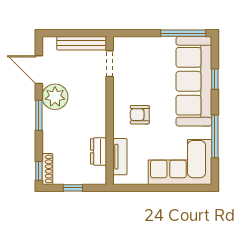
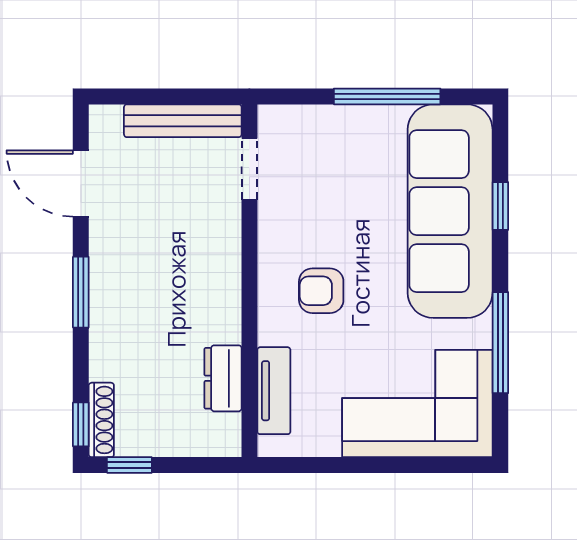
window: (183, 33) -> (387, 96), moved
plant: (55, 97) -> (119, 248), removed
window: (73, 188) -> (129, 465), moved

